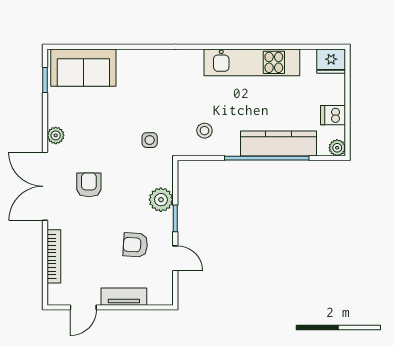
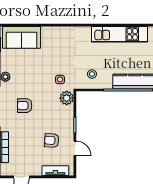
armchair: (89, 185) -> (25, 106), turned -90
plant: (161, 200) -> (67, 98), moved
tv unit: (124, 297) -> (55, 171), moved

